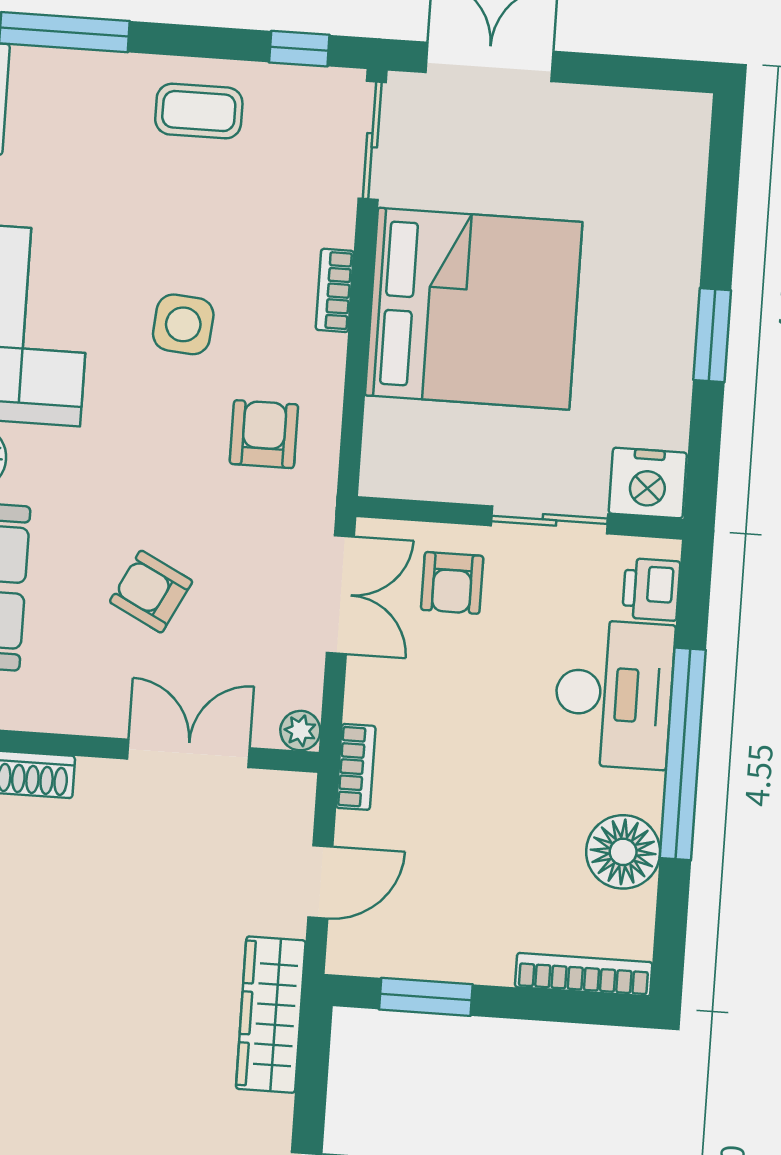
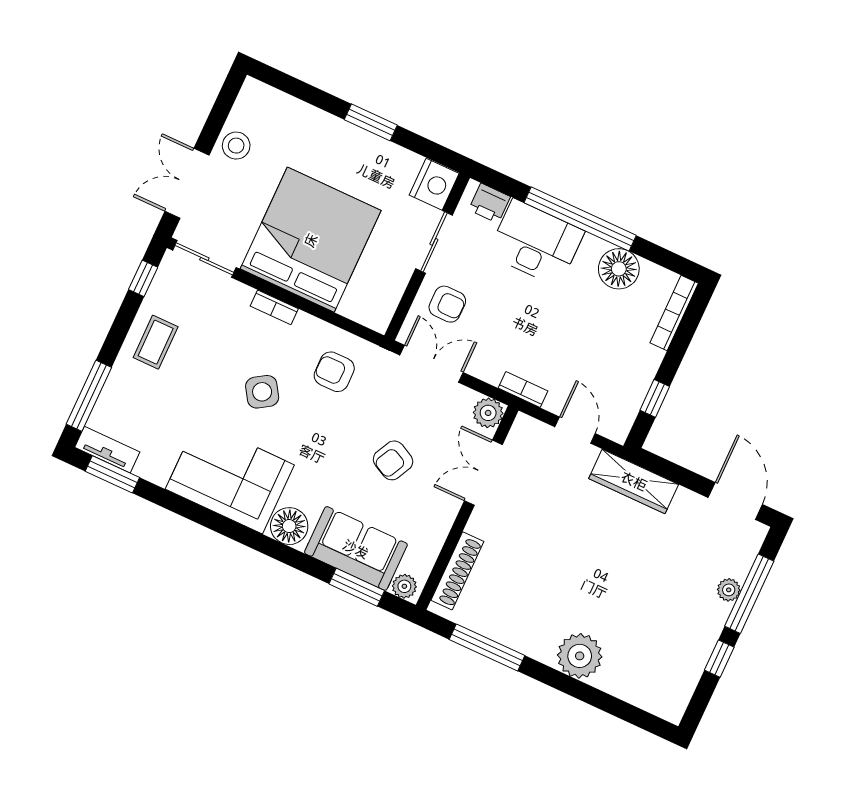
stool: (585, 121) -> (236, 146), added
side table: (183, 324) -> (262, 392), turned -38
plant: (300, 731) -> (488, 413), width x1.38, depth x1.38
window: (426, 997) -> (655, 398), width x0.67

